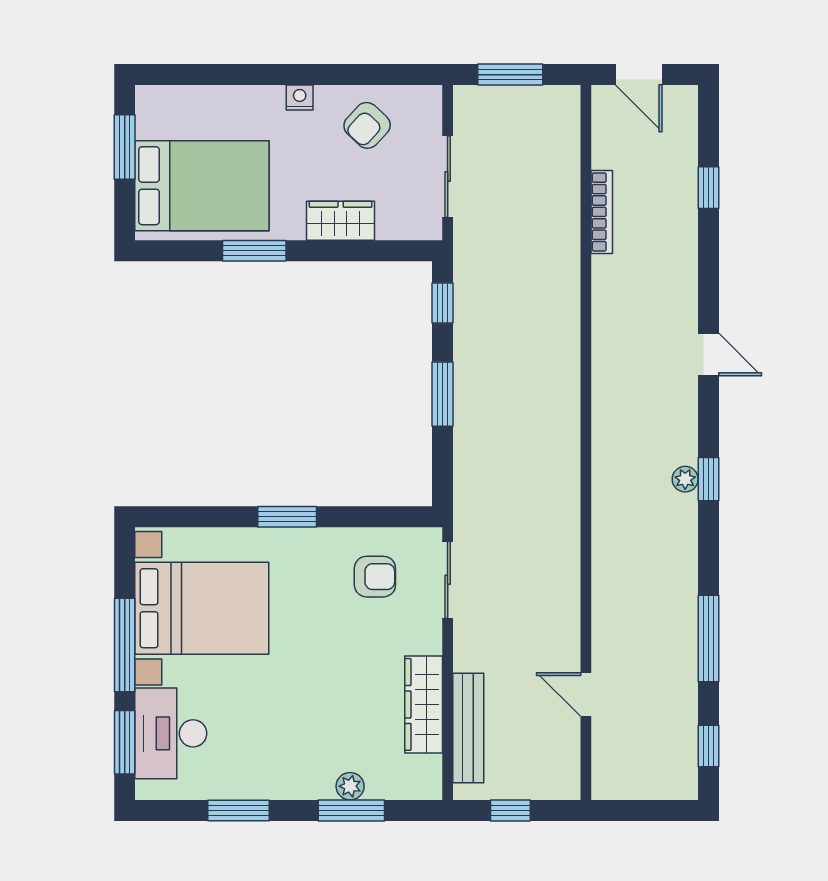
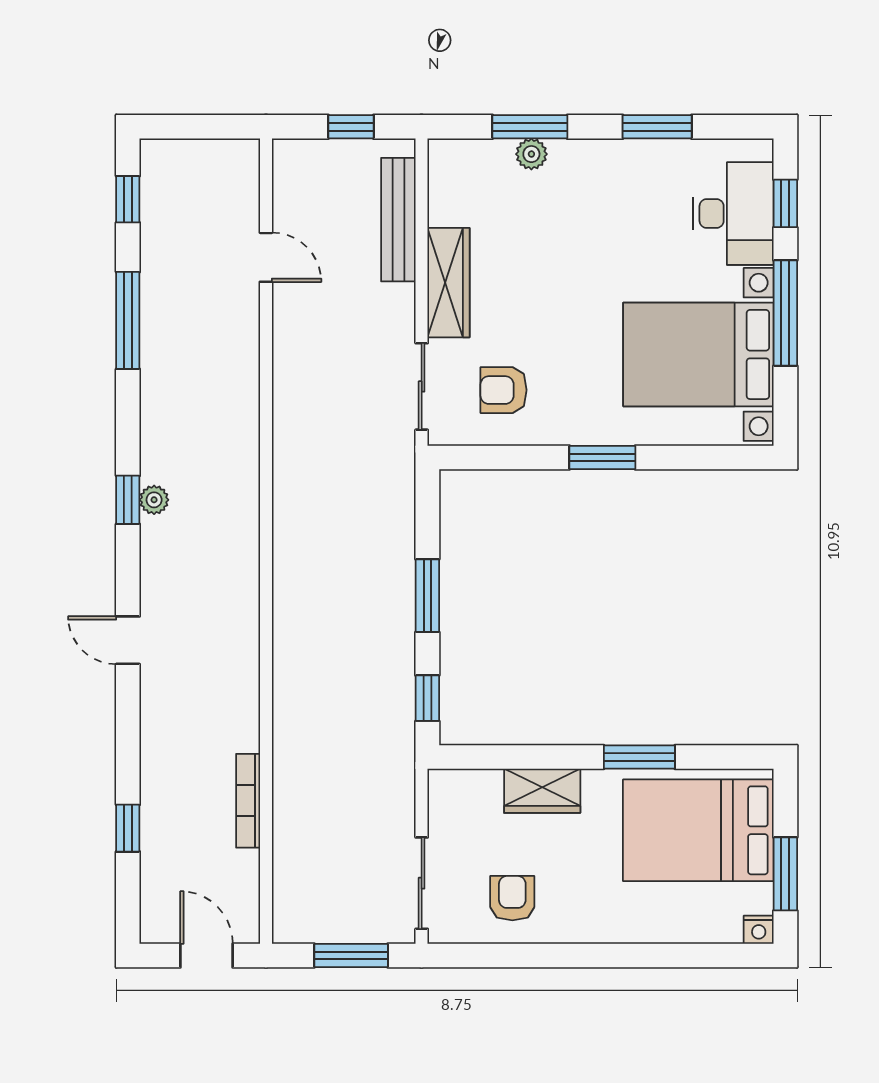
nightstand: (300, 97) -> (759, 930), moved
armchair: (367, 125) -> (512, 898), turned -43
sliding door: (448, 177) -> (422, 883), moved
wardrobe: (424, 704) -> (449, 283), moved
window: (125, 742) -> (785, 203), width x0.67

